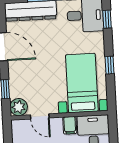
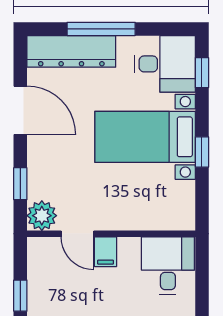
bed with nightstands: (82, 83) -> (145, 137), moved, turned -90
filing cabinet: (70, 125) -> (105, 252), moved

